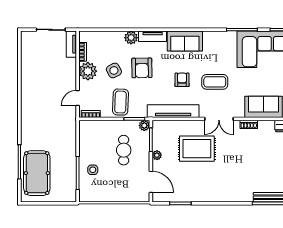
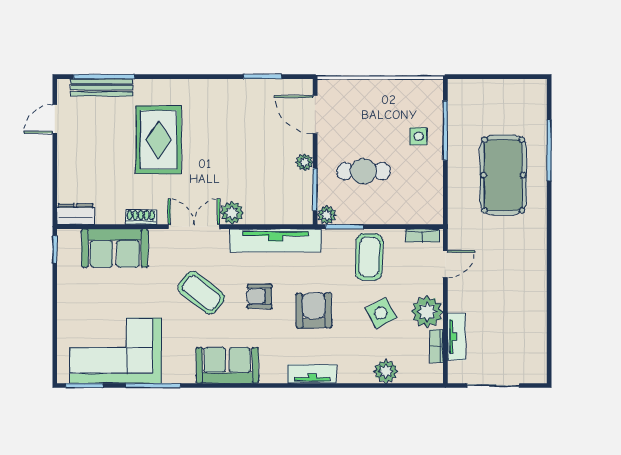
plant: (131, 38) -> (386, 372), moved
sofa: (185, 41) -> (227, 365), moved
tv unit: (71, 44) -> (457, 337), moved
armchair: (142, 68) -> (314, 311), moved
armchair: (182, 80) -> (260, 296), turned 90
coffee table: (215, 82) -> (201, 293), turned 38
plant: (198, 127) -> (232, 213), added
rug: (197, 149) -> (159, 140), moved, turned 90
cafe table: (124, 150) -> (363, 171), turned 90
pool table: (37, 173) -> (503, 175), moved

